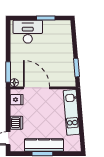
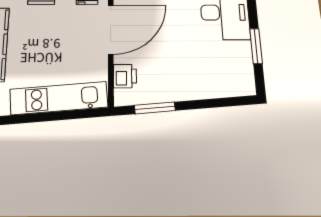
printer: (61, 81) -> (125, 76), added

